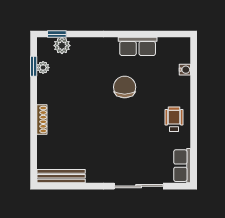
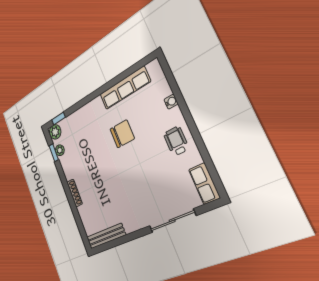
plant: (62, 46) -> (55, 132), moved
row of seats: (138, 46) -> (125, 88), width x1.48
water cooler: (185, 70) -> (171, 102), moved
chair: (125, 87) -> (122, 134), turned 90

